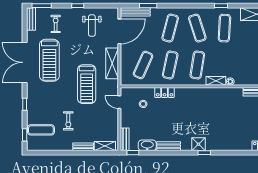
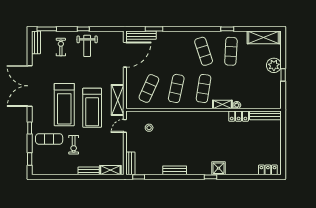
weight bench: (92, 26) -> (87, 46), moved
exercise mat: (170, 28) -> (176, 51), removed
treadmill: (49, 60) -> (64, 105), moved
shelving: (112, 63) -> (118, 100), moved
locker: (165, 92) -> (239, 116), moved
door: (119, 102) -> (125, 126), hinge flipped
exercise mat: (41, 130) -> (49, 139), moved
shower: (198, 144) -> (219, 168), moved
washbasin: (147, 145) -> (153, 169), removed

